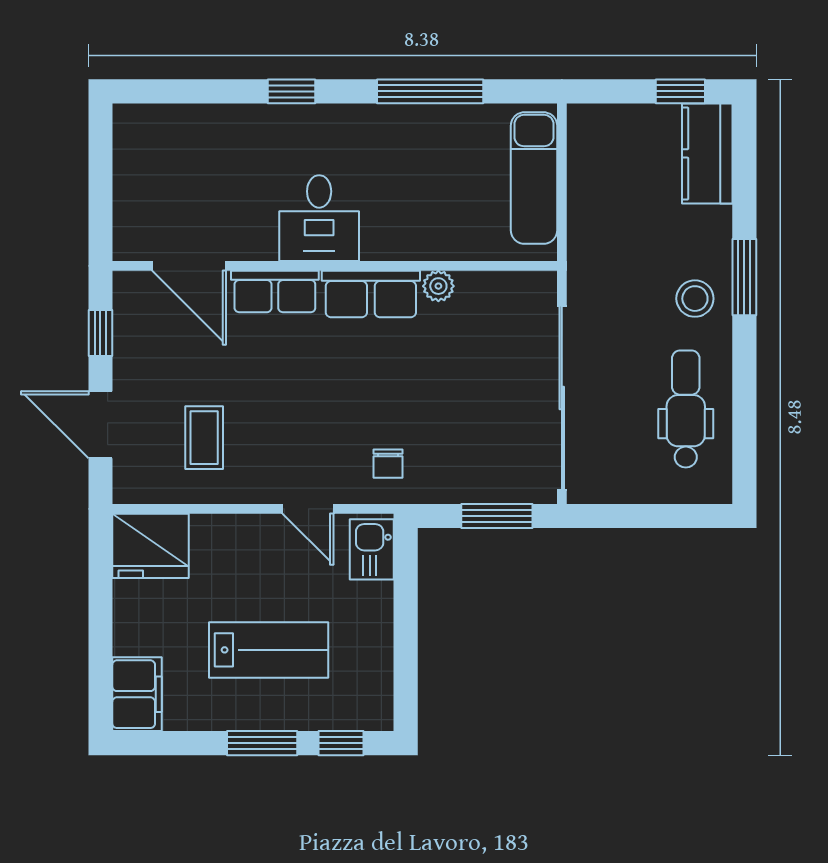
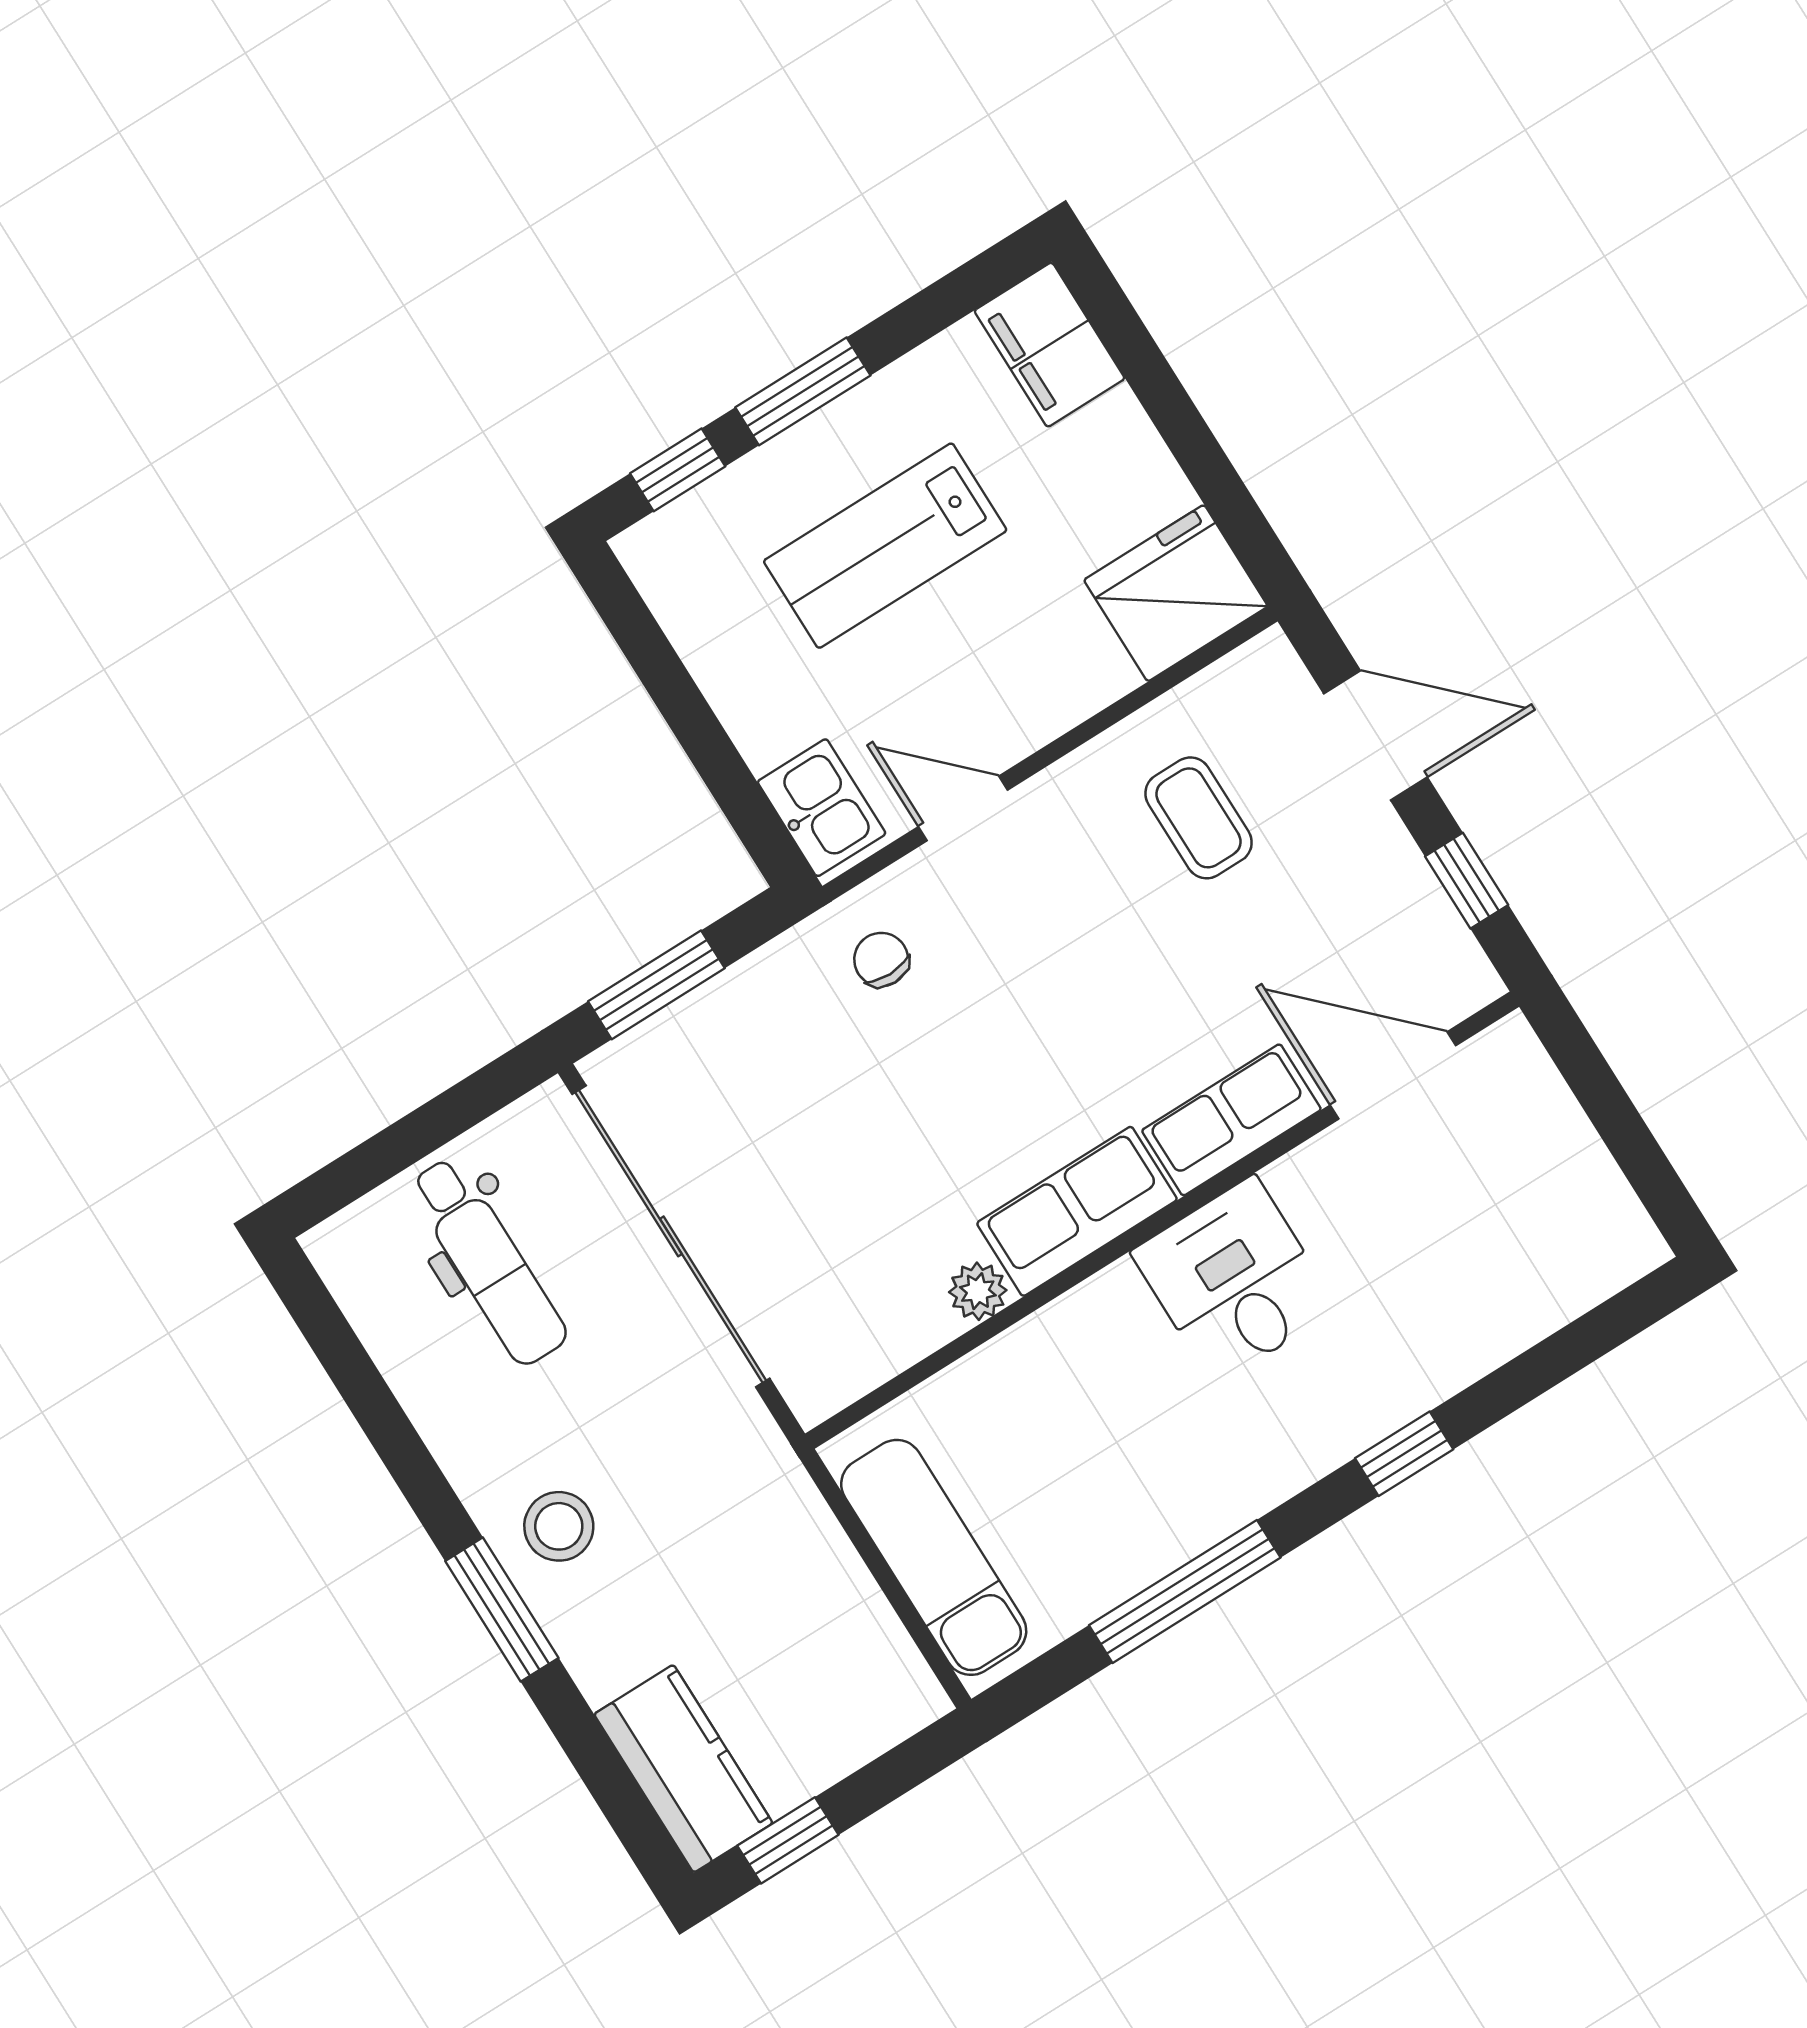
dental chair: (686, 409) -> (488, 1261), moved

